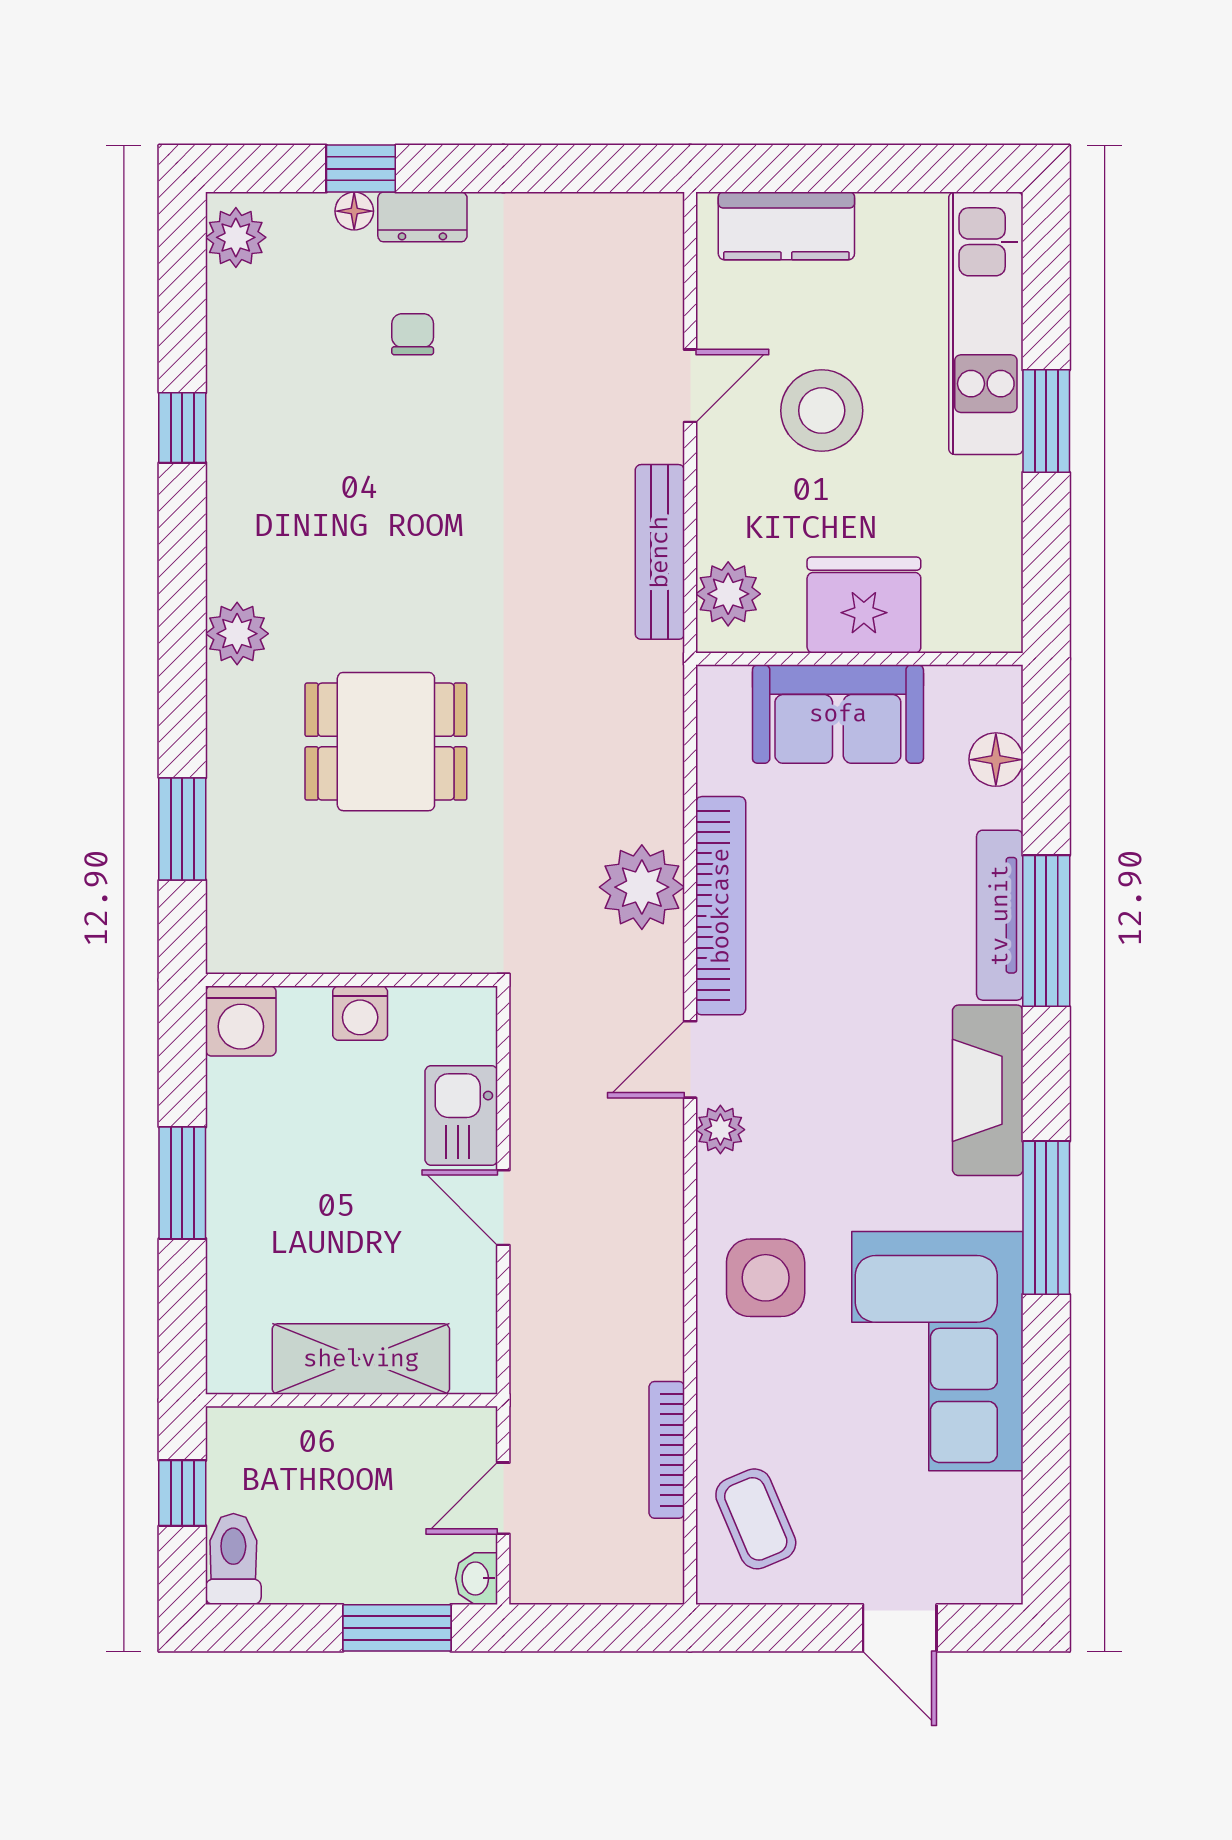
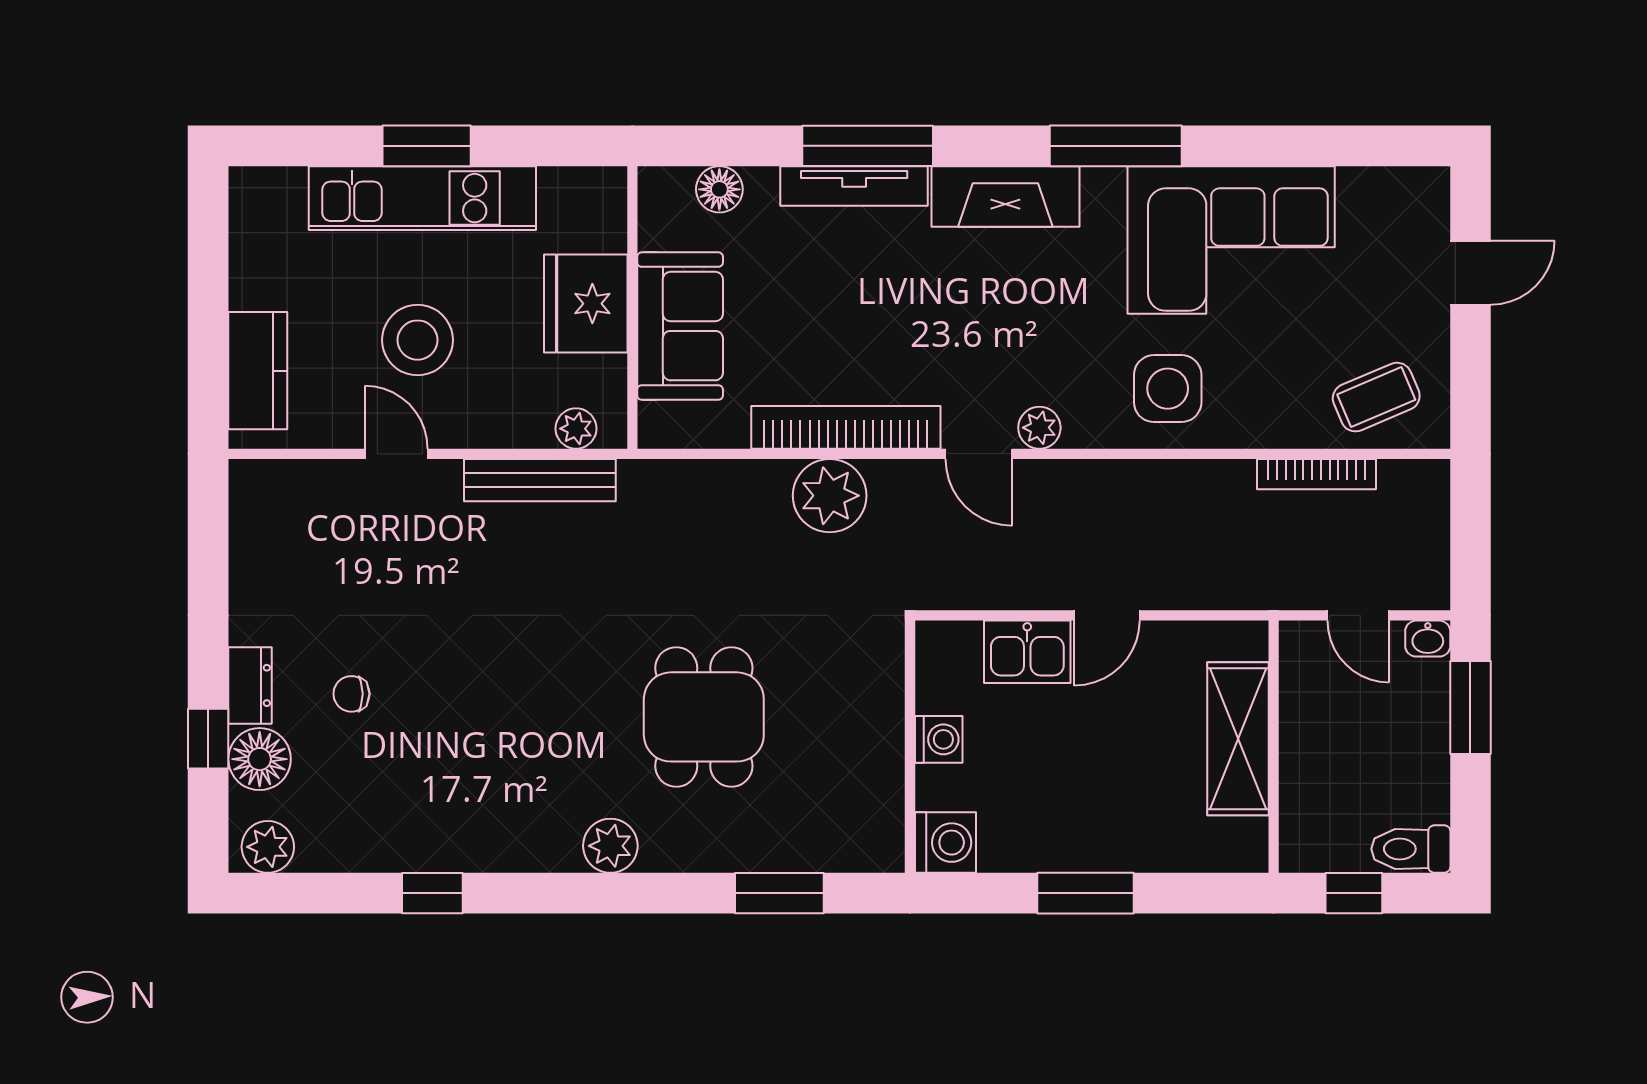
floor lamp: (354, 211) -> (260, 759), width x1.89, depth x1.89
kitchen unit: (986, 323) -> (422, 198), moved
plant: (728, 594) -> (576, 429), width x0.73, depth x0.73

